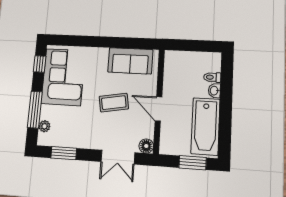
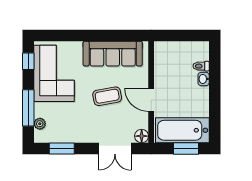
sofa: (130, 61) -> (113, 54), width x1.36
bathtub: (205, 126) -> (182, 130), moved, turned 90

